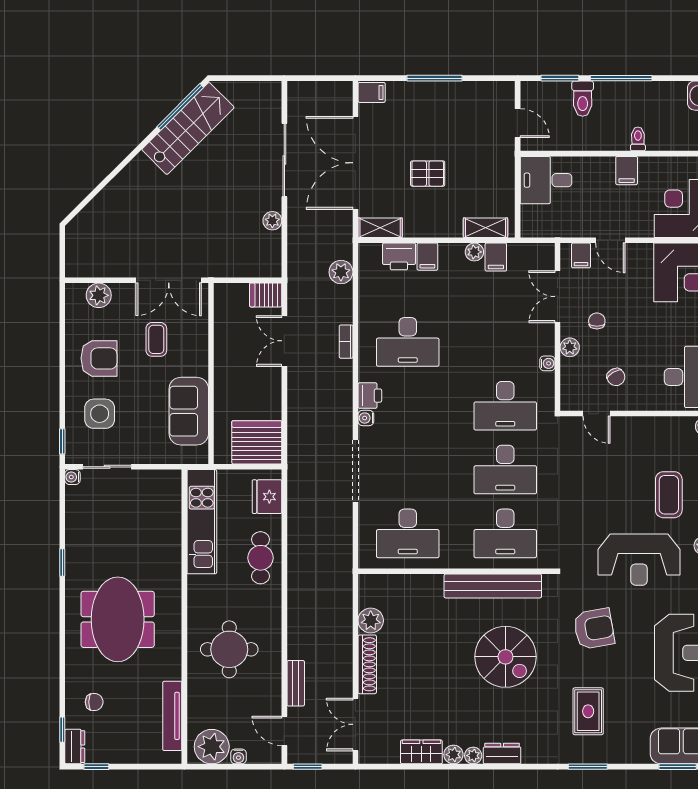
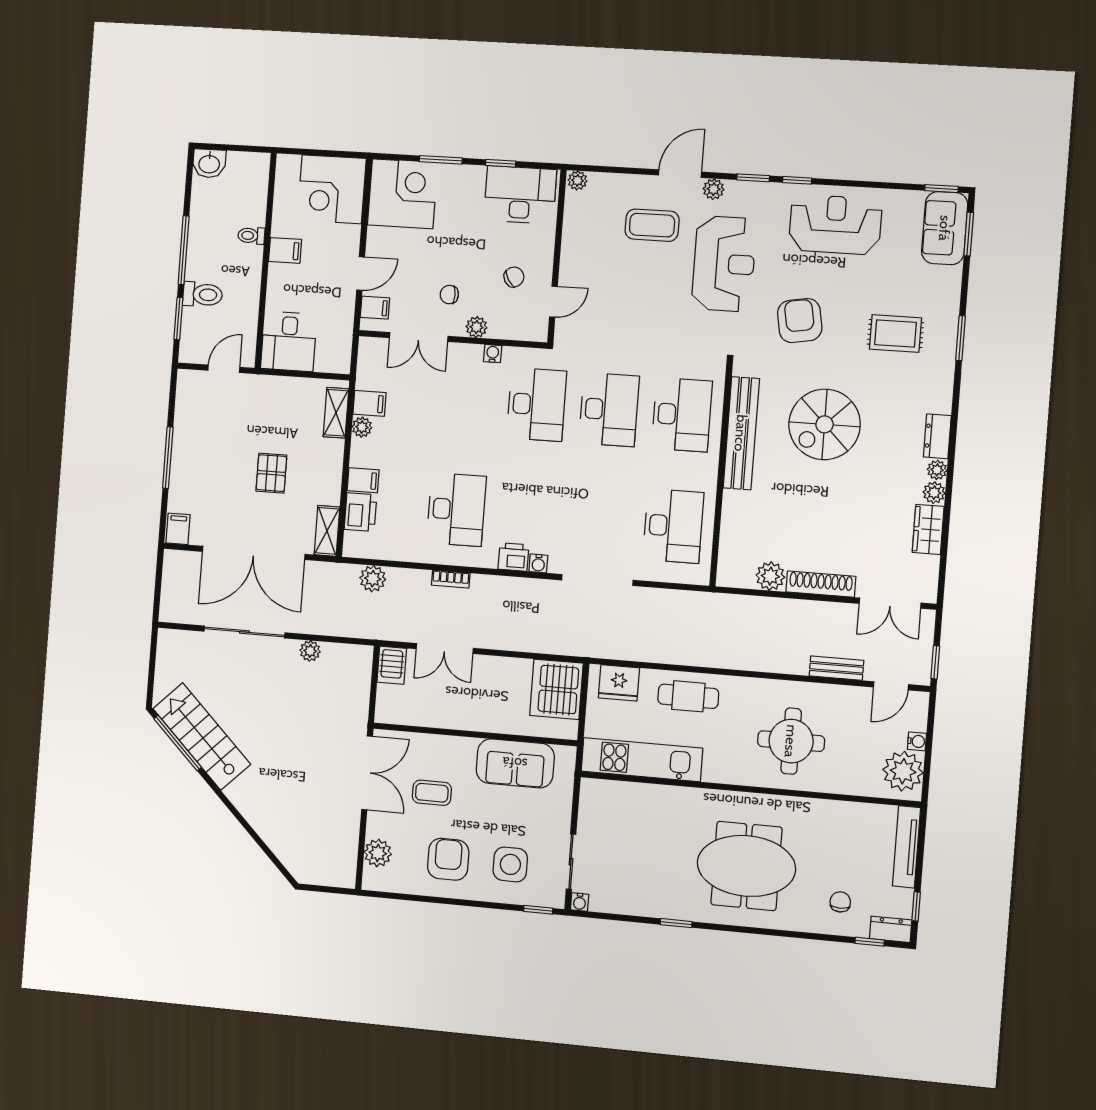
spiral stairs: (505, 657) -> (825, 424), turned 180
tv unit: (172, 716) -> (906, 847), moved, turned 90

